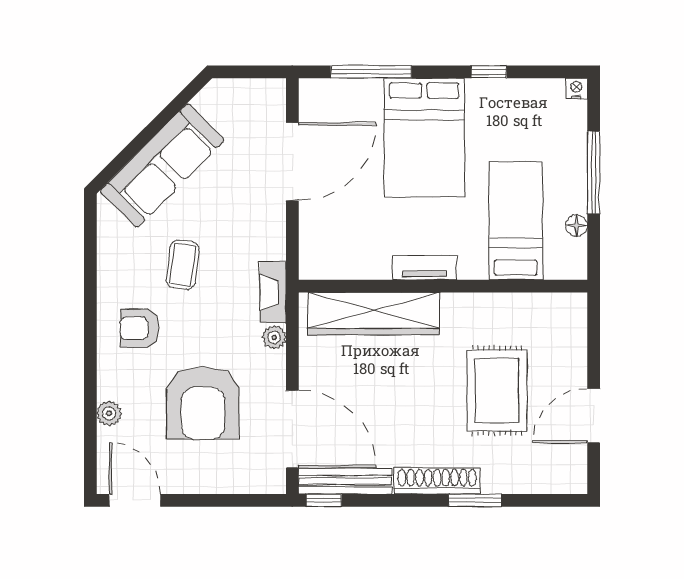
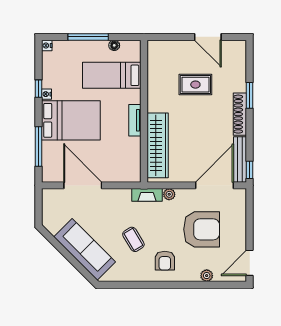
nightstand: (478, 88) -> (47, 94), added
coffee table: (183, 265) -> (133, 239), turned 52
rug: (497, 391) -> (195, 85), width x0.73, depth x0.70

